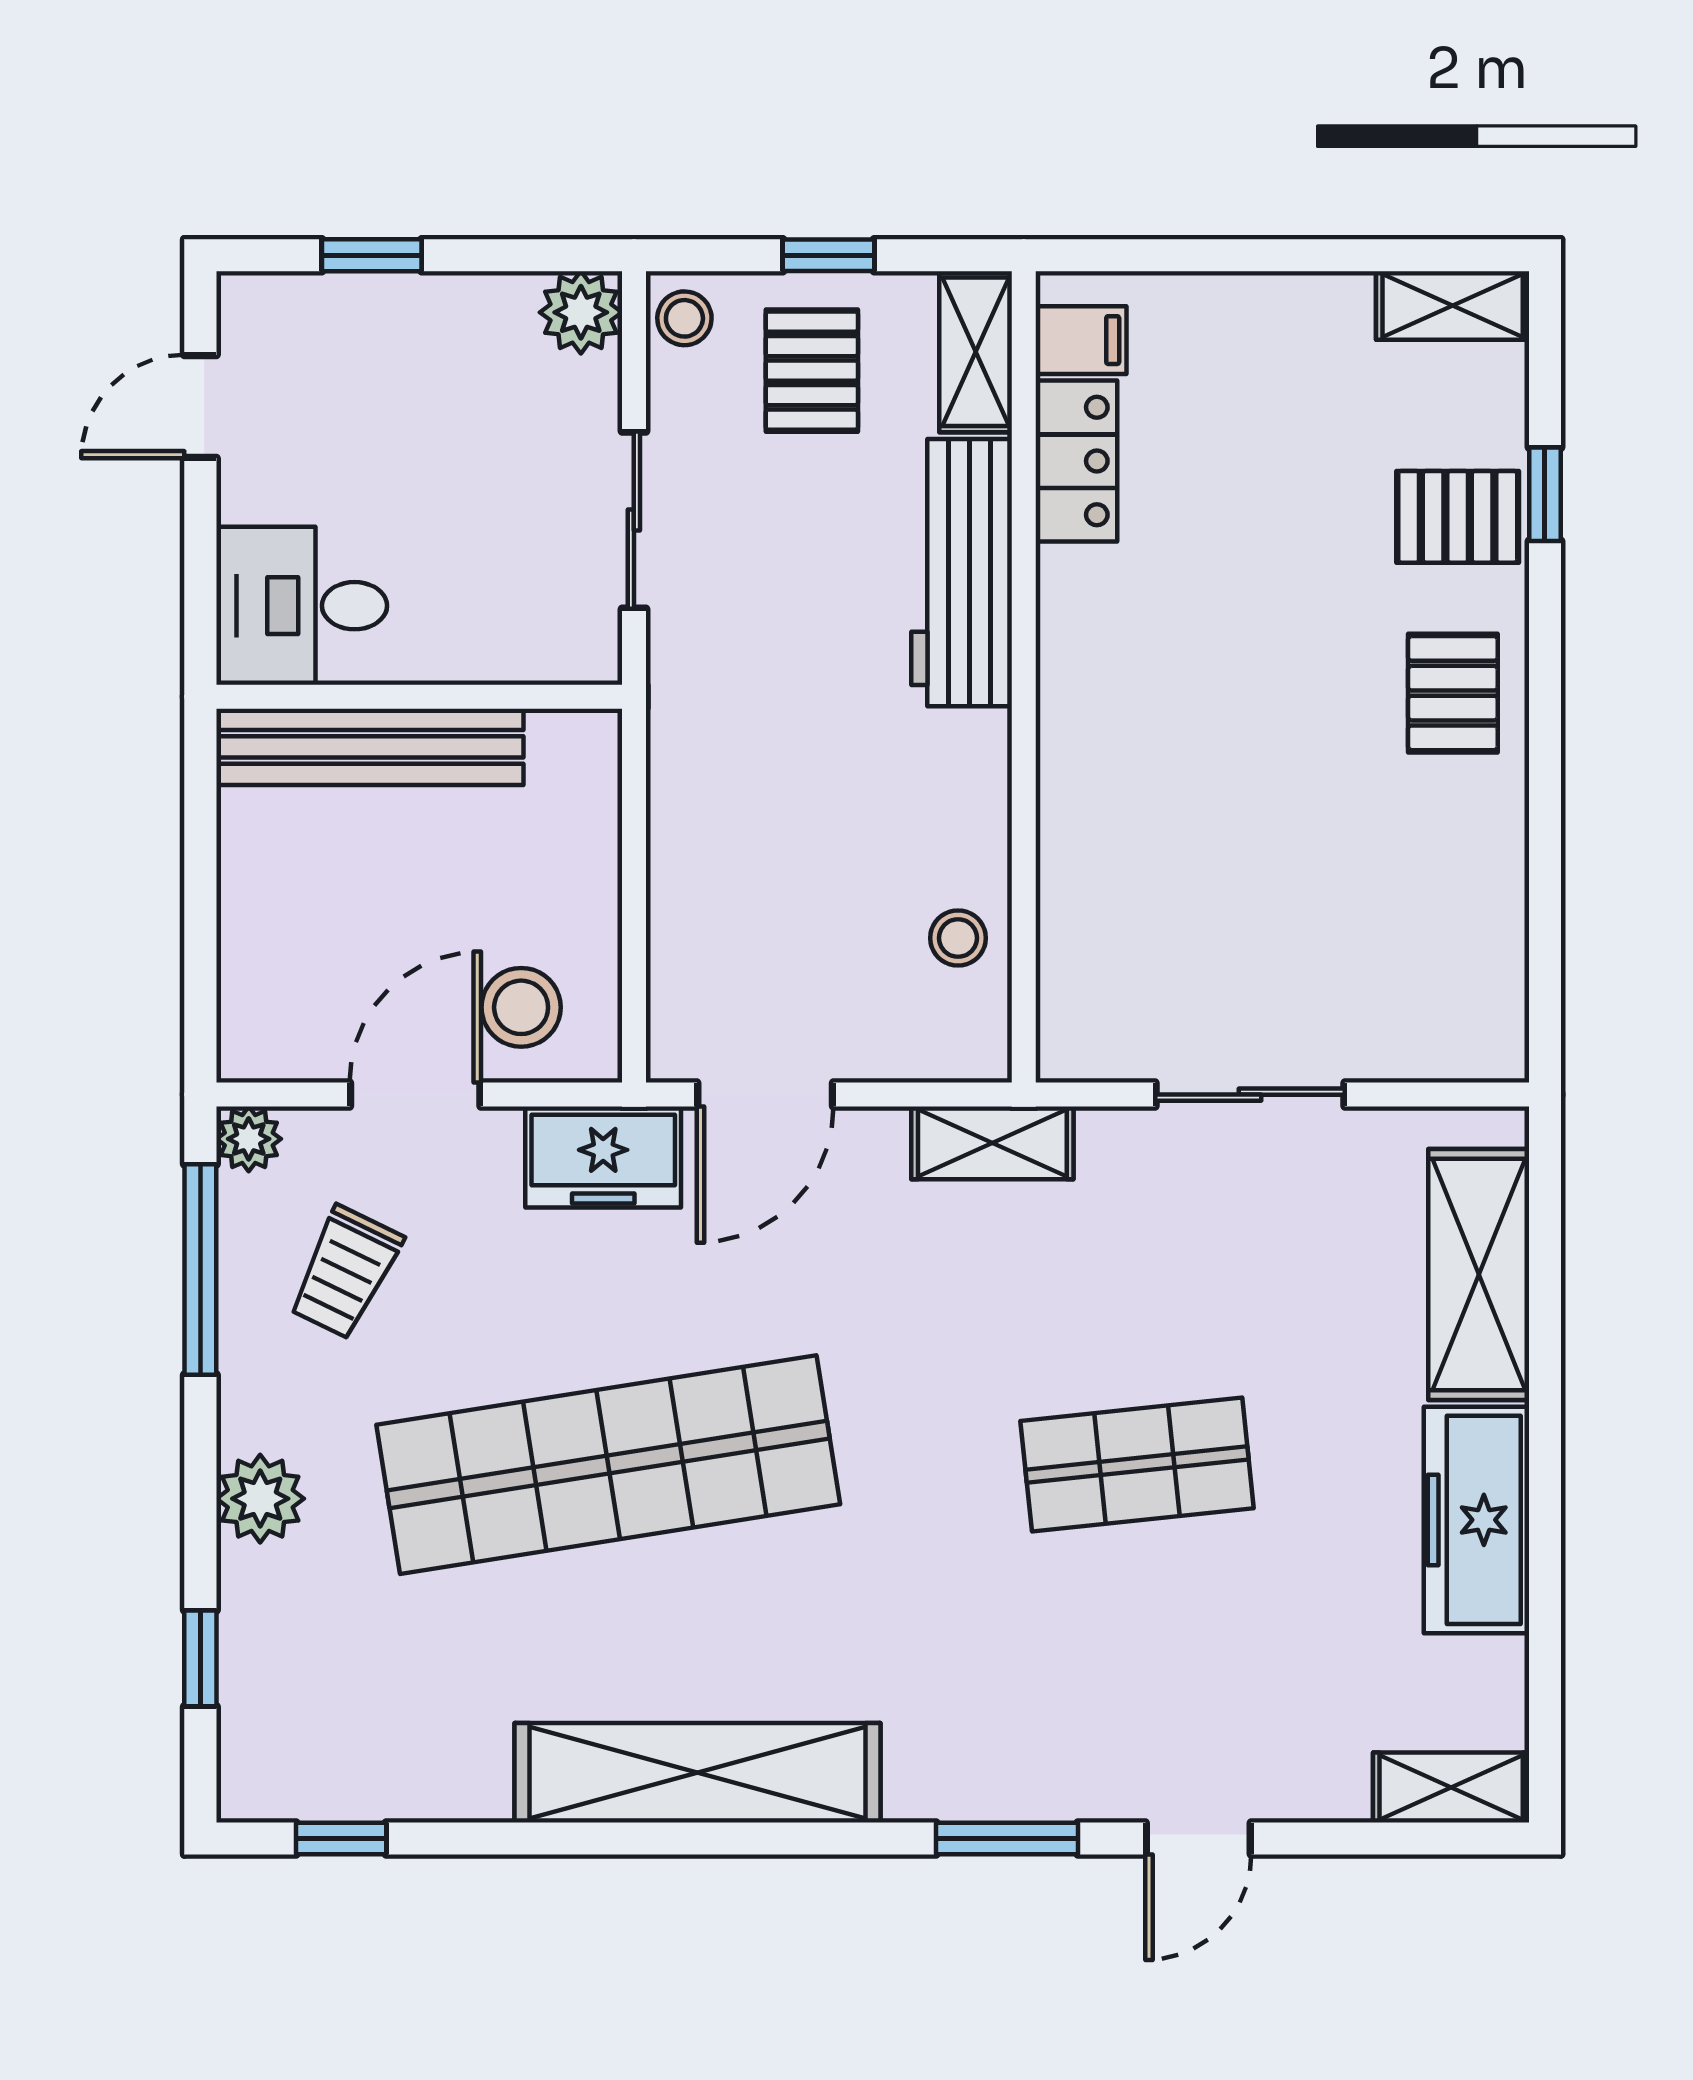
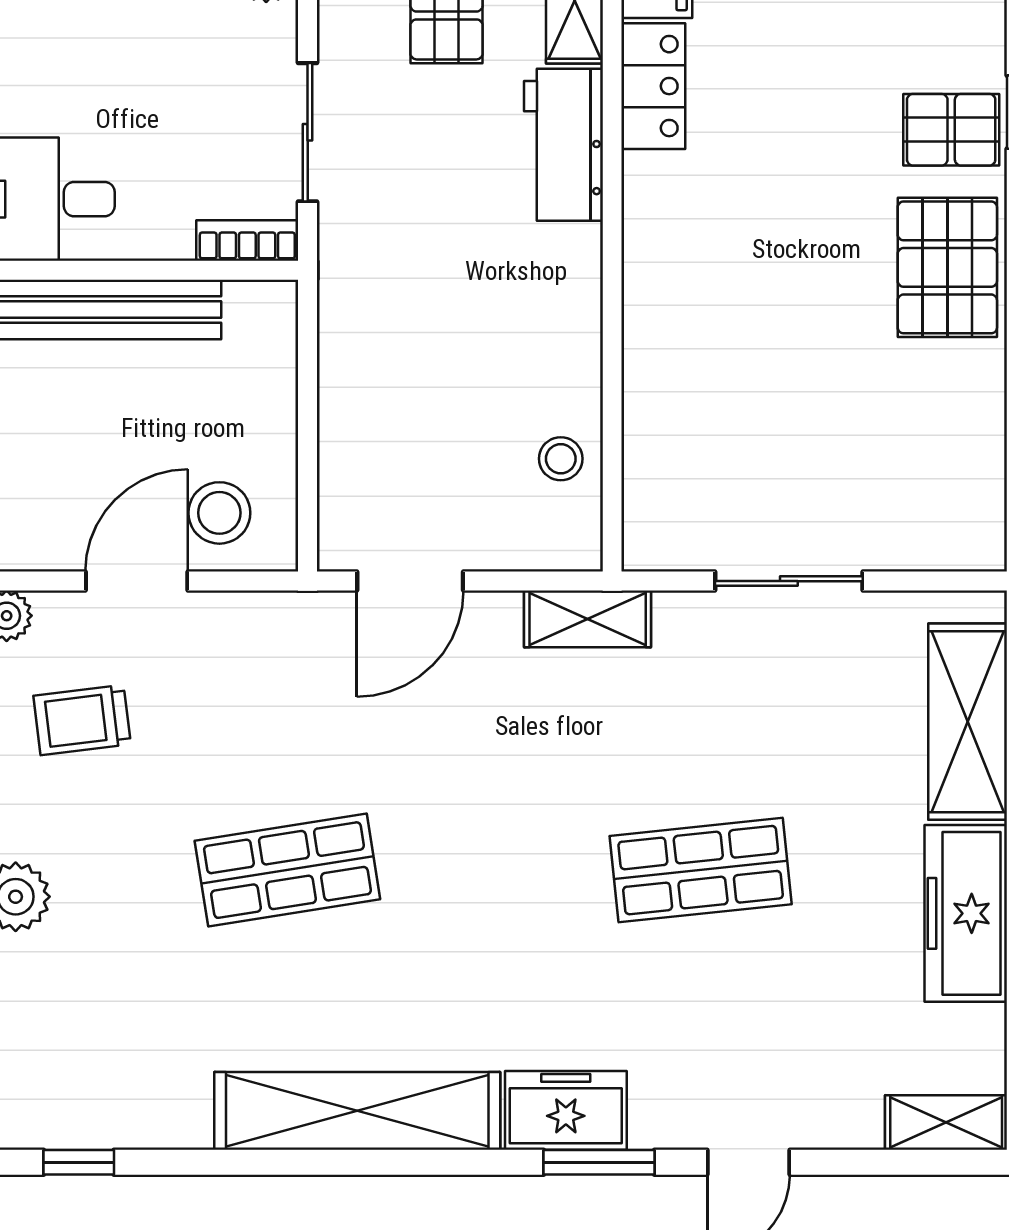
workbench: (962, 573) -> (564, 145), width x0.73
bookcase: (557, 659) -> (247, 241), added
pallet: (1453, 693) -> (947, 267), width x1.50, depth x1.42
freezer: (603, 1157) -> (566, 1110), moved, turned 180
trolley: (345, 1272) -> (82, 720), turned 57
shop shelf: (608, 1465) -> (287, 870), width x0.50, depth x0.74

